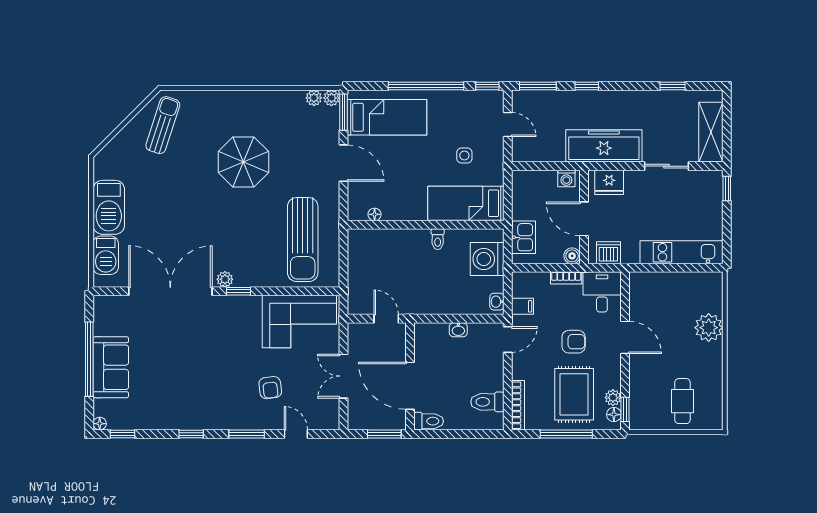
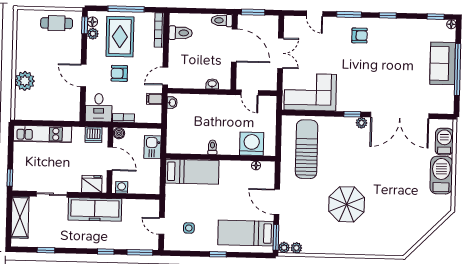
window: (426, 86) -> (218, 254), width x0.32
window: (487, 86) -> (175, 253), removed
sun lounger: (163, 125) -> (402, 231), removed
side table: (464, 155) -> (189, 228), moved
washing machine: (487, 259) -> (252, 144), moved, turned -90
washbasin: (458, 330) -> (212, 84), moved
armchair: (270, 388) -> (360, 36), moved, turned 97
cafe table: (682, 401) -> (57, 23), moved, turned 90

